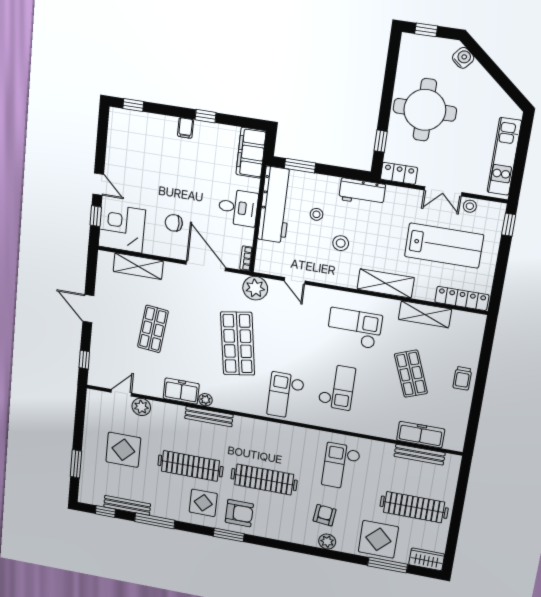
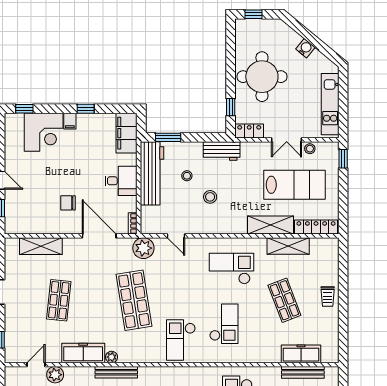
water cooler: (463, 58) -> (305, 48), moved
corner desk: (122, 228) -> (44, 132), moved, turned 180
shelving: (386, 283) -> (271, 225), moved
freezer: (181, 391) -> (83, 353), width x1.40

